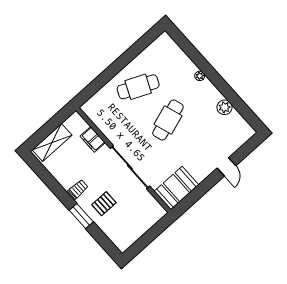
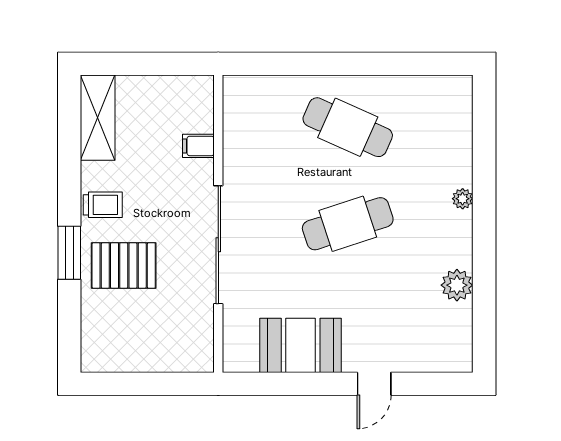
filing cabinet: (93, 139) -> (198, 146), width x0.50
shelving: (52, 142) -> (98, 118), moved, turned 90
booth: (177, 188) -> (301, 345), moved
pallet: (104, 204) -> (124, 266), width x1.50, depth x1.42

